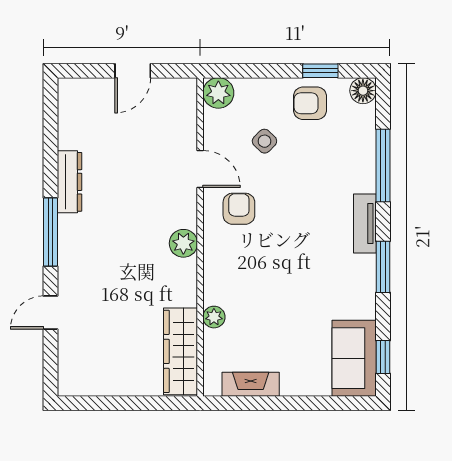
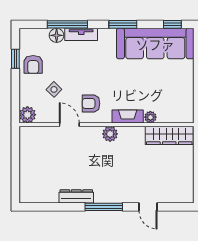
door: (133, 71) -> (15, 162), removed
floor lamp: (363, 91) -> (57, 35), moved
door: (200, 169) -> (69, 125), hinge flipped
tv unit: (365, 223) -> (81, 34), moved
sofa: (354, 358) -> (155, 44), width x1.85, depth x1.27
fireplace: (251, 384) -> (128, 117), moved, turned 90

